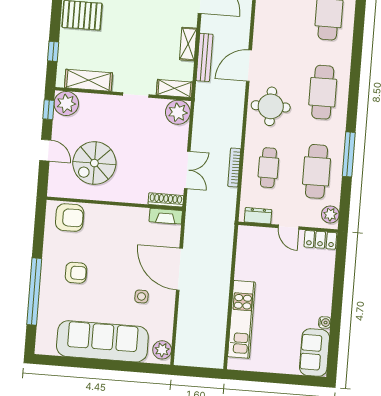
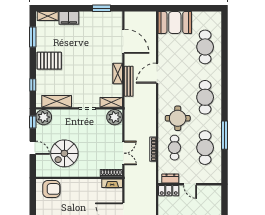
door: (249, 66) -> (157, 73), moved
round table: (271, 106) -> (178, 118), moved
plant: (330, 215) -> (216, 174), removed
locker: (320, 240) -> (169, 191), moved

